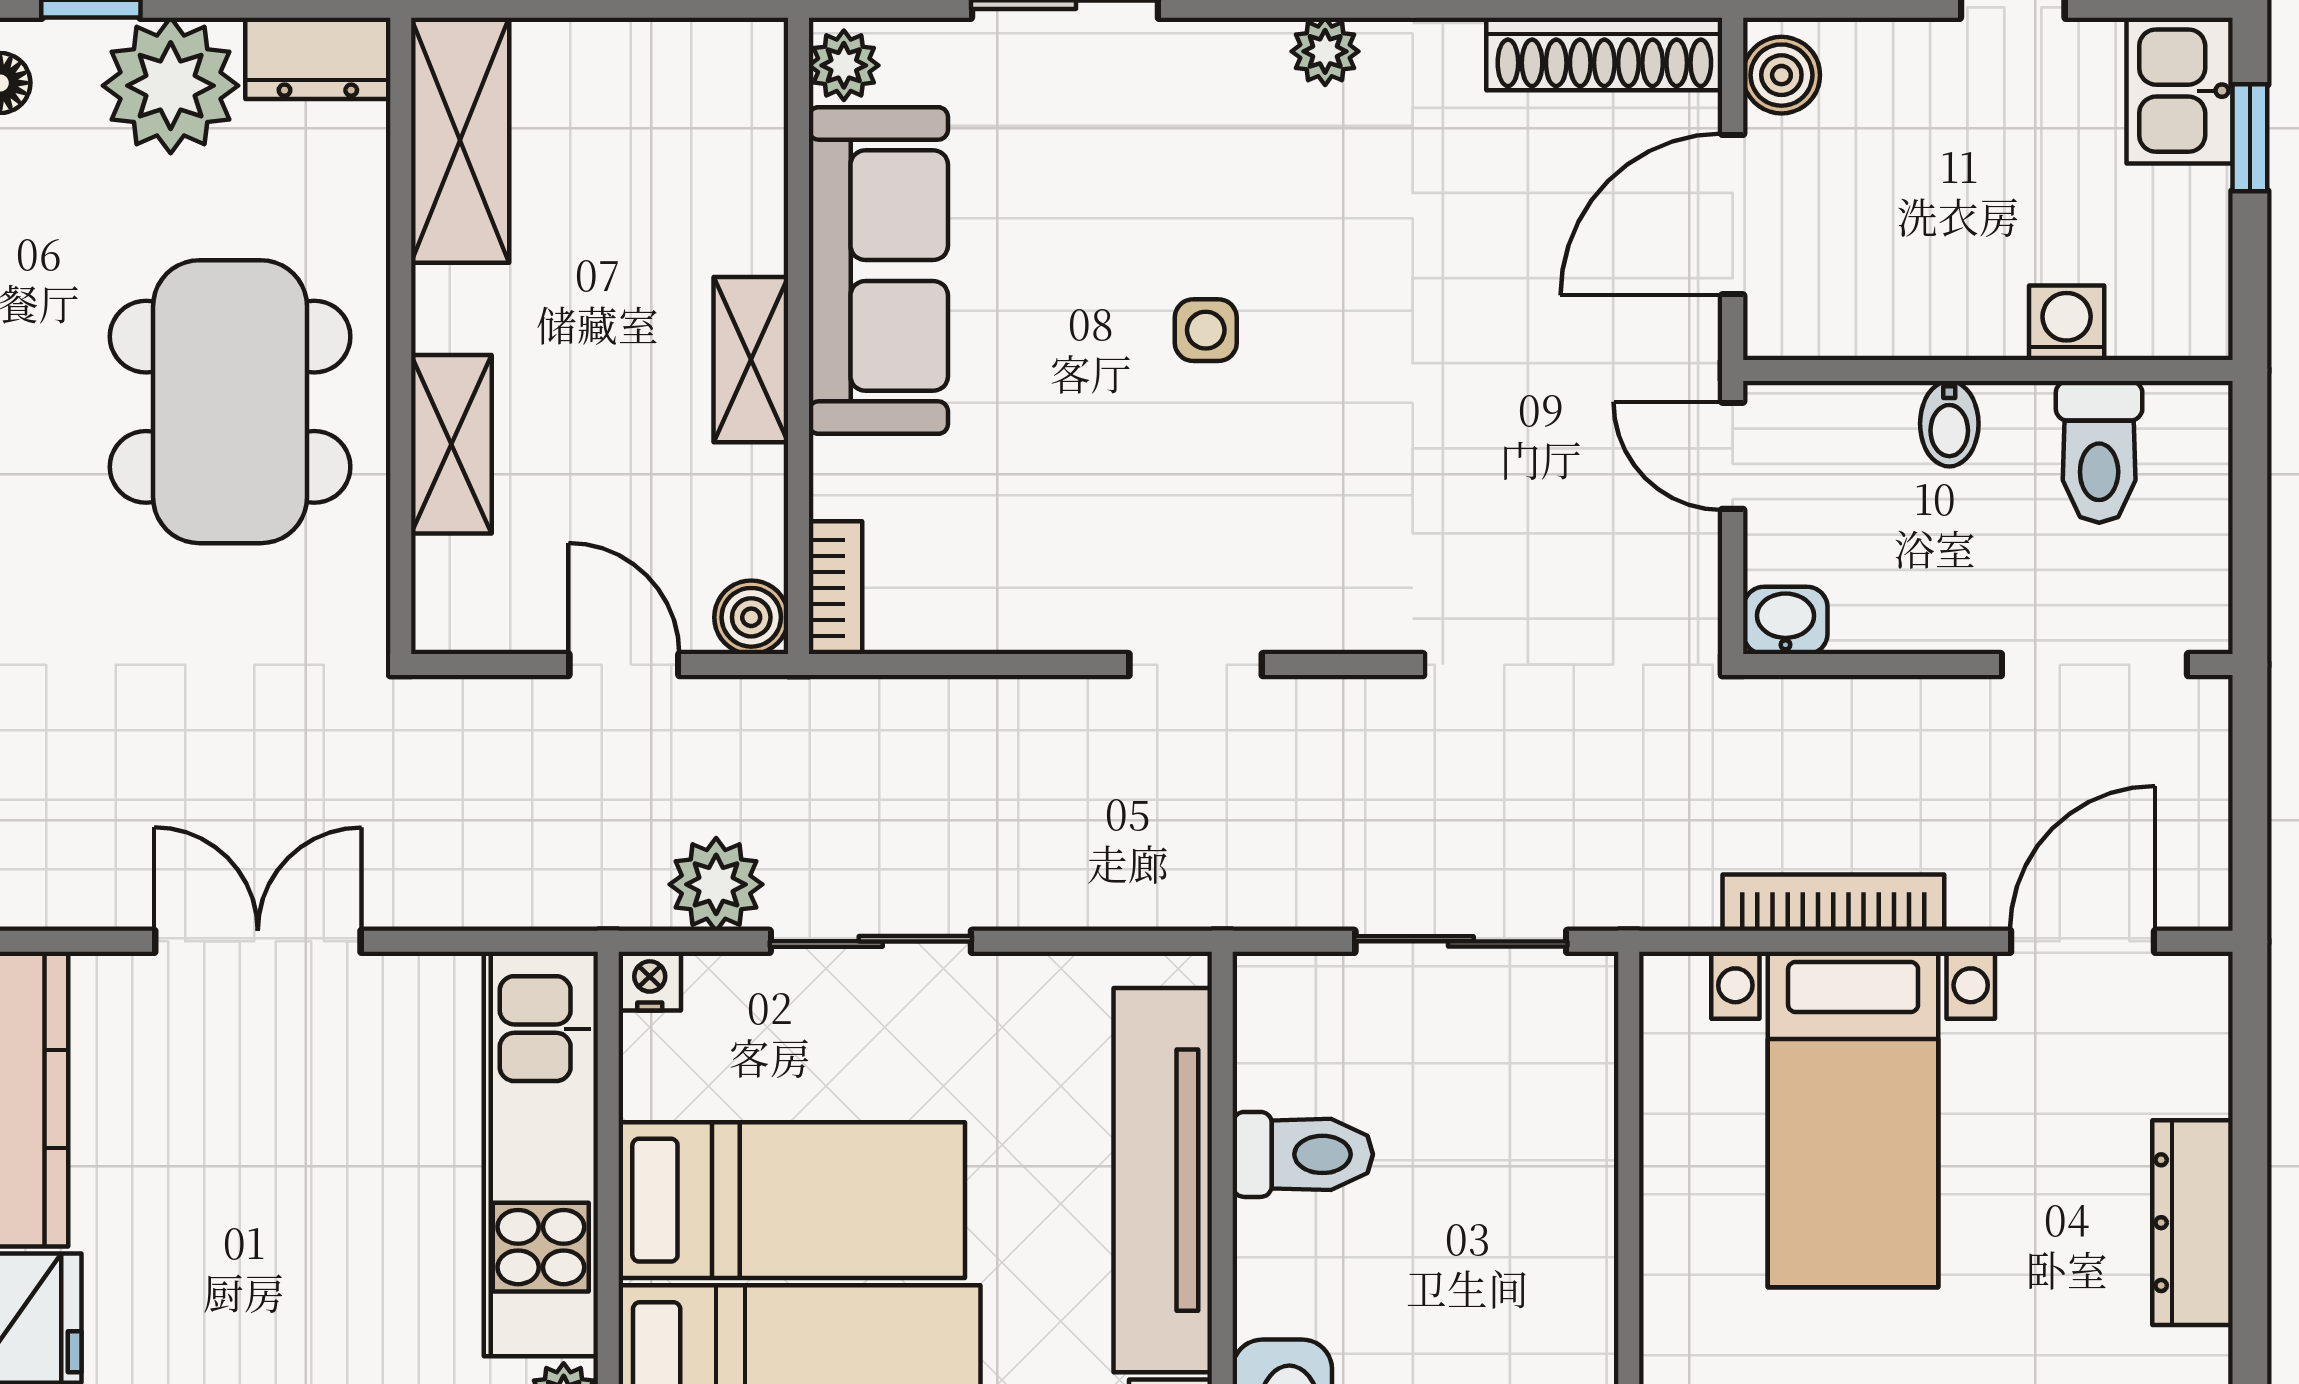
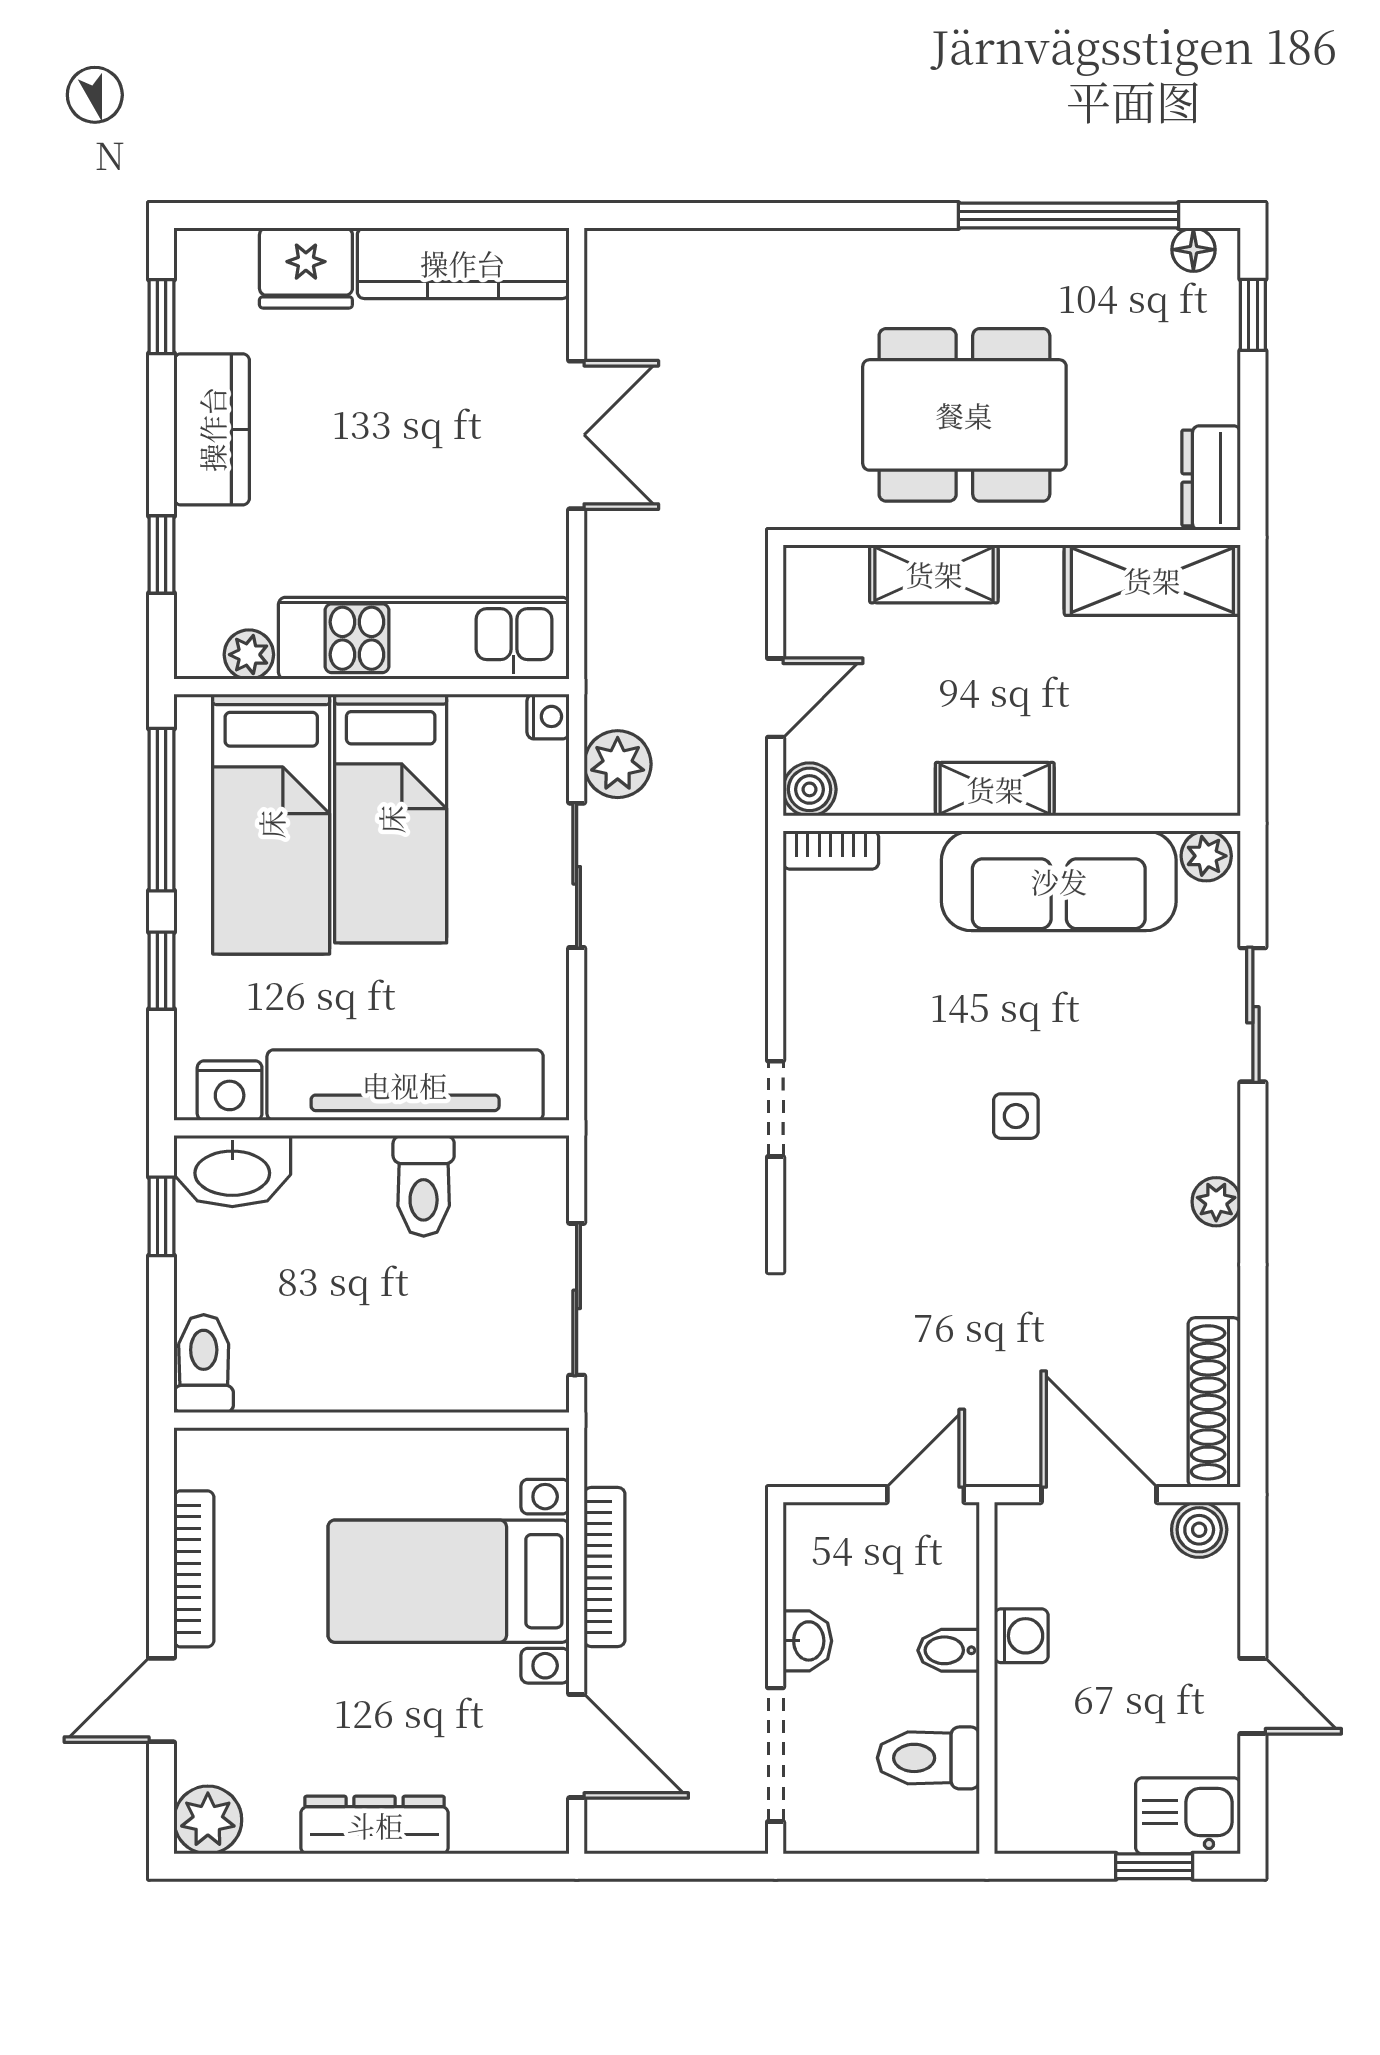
plant: (171, 86) -> (1192, 372), removed
washing machine: (2067, 323) -> (1021, 1636), moved
washbasin: (1785, 620) -> (807, 1641), moved

